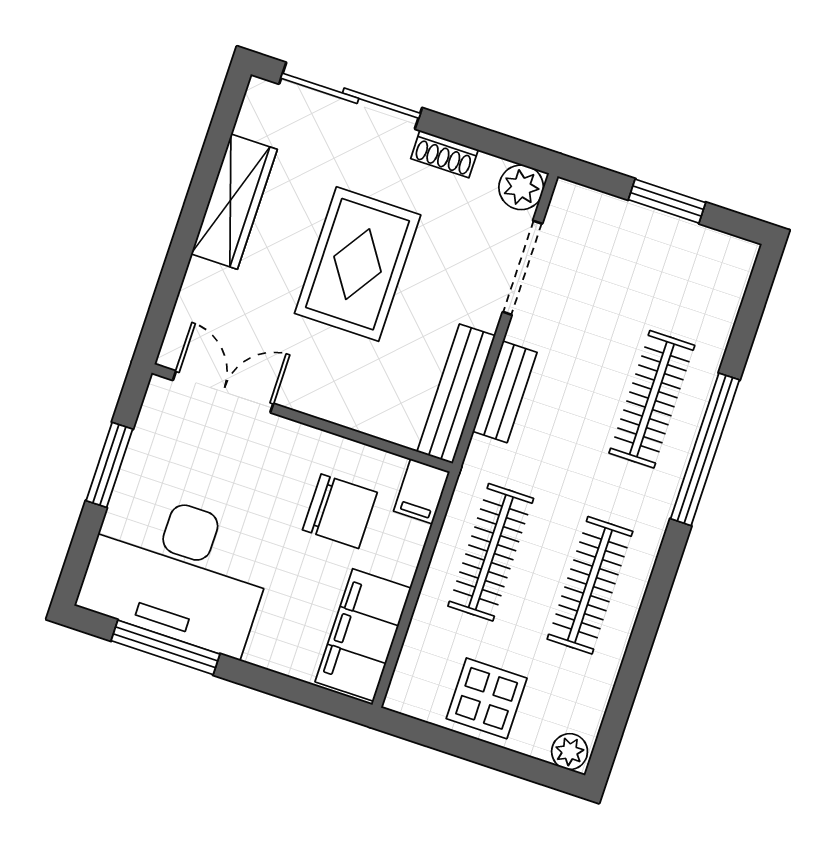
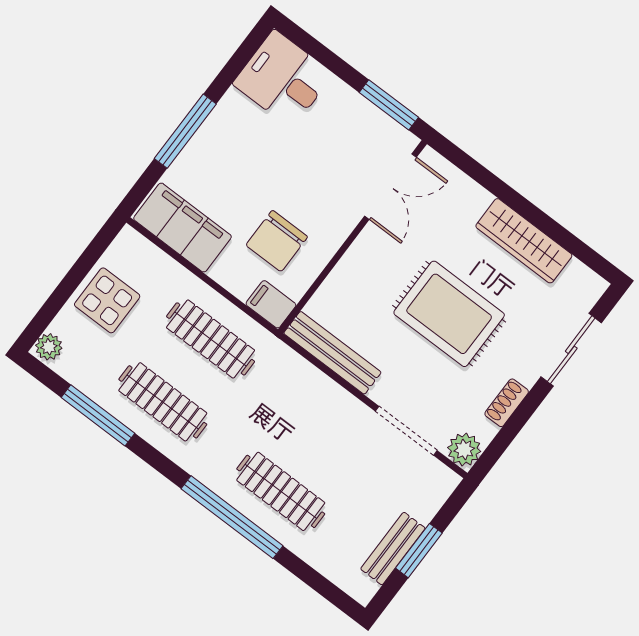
sliding door: (351, 96) -> (571, 350), width x0.73
bench: (505, 392) -> (393, 549), moved, turned 90
window: (109, 465) -> (389, 105), moved
desk: (178, 571) -> (283, 79), width x0.53, depth x0.77
window: (165, 647) -> (185, 131), moved
window: (635, 661) -> (98, 415), added

